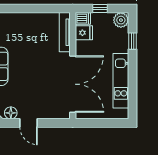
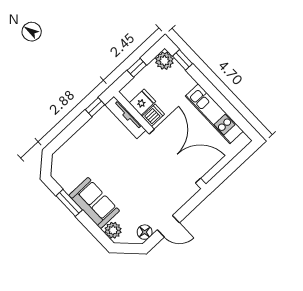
window: (52, 9) -> (95, 107), added
dishwasher: (83, 19) -> (153, 115), moved
window: (132, 41) -> (183, 60), moved

